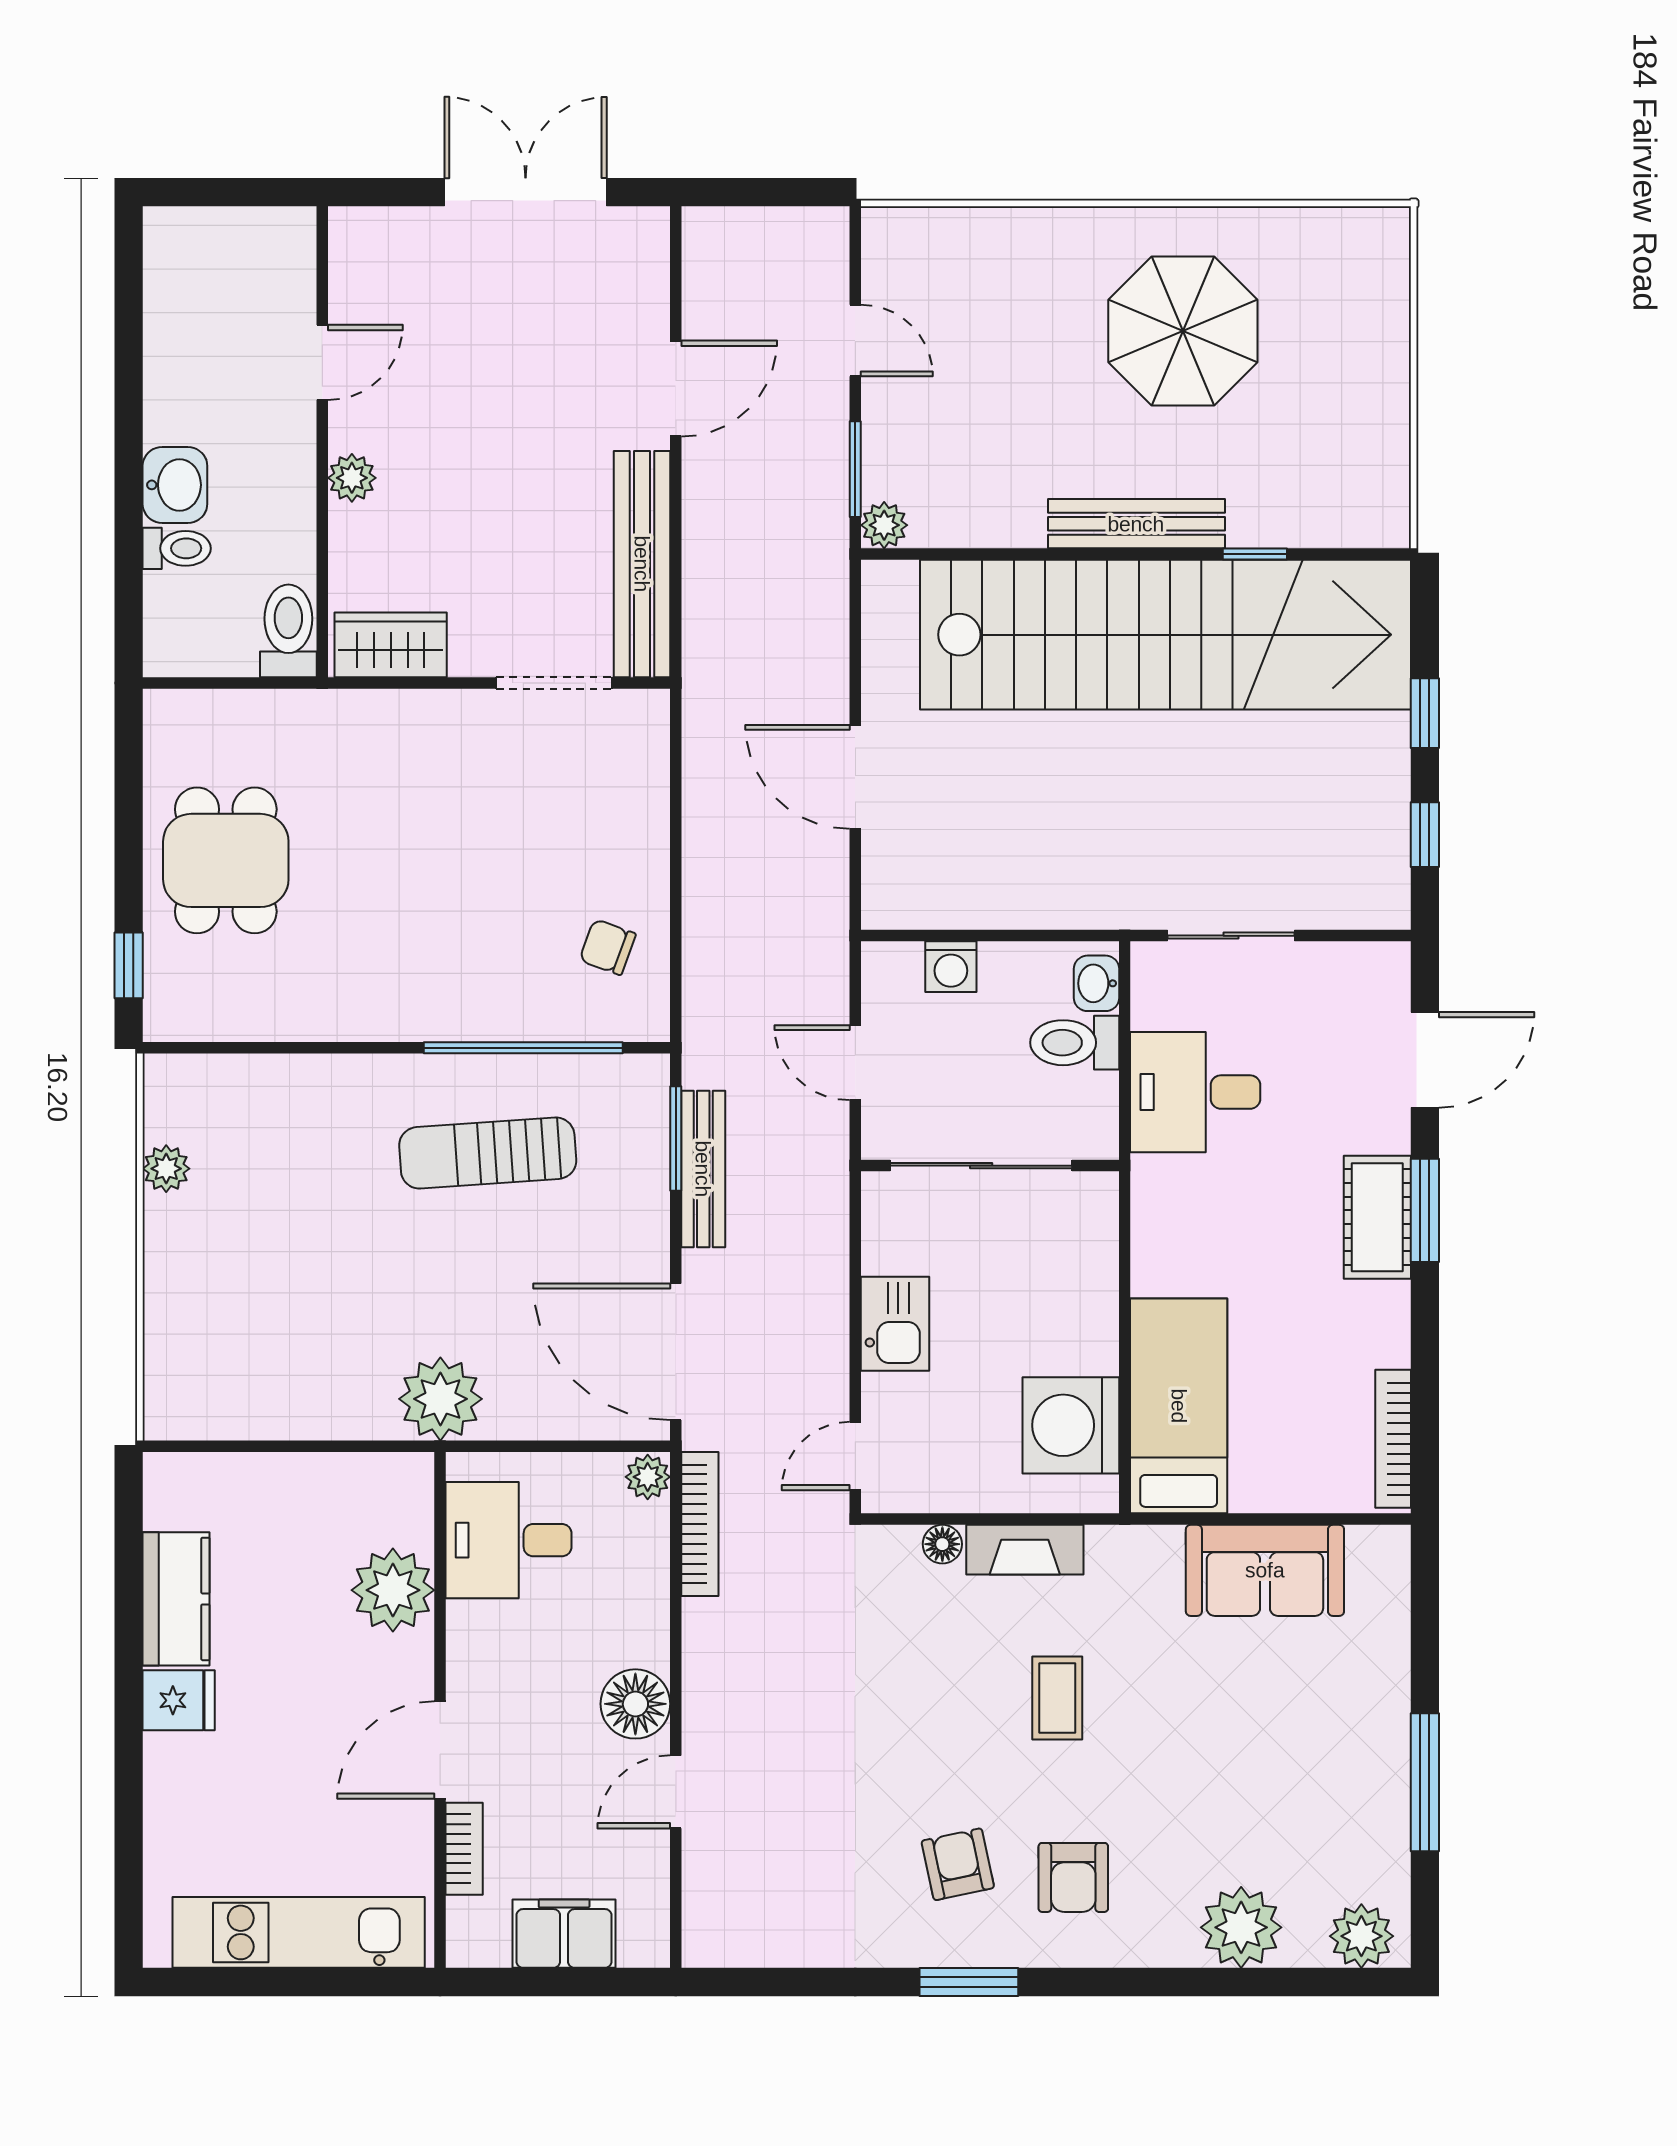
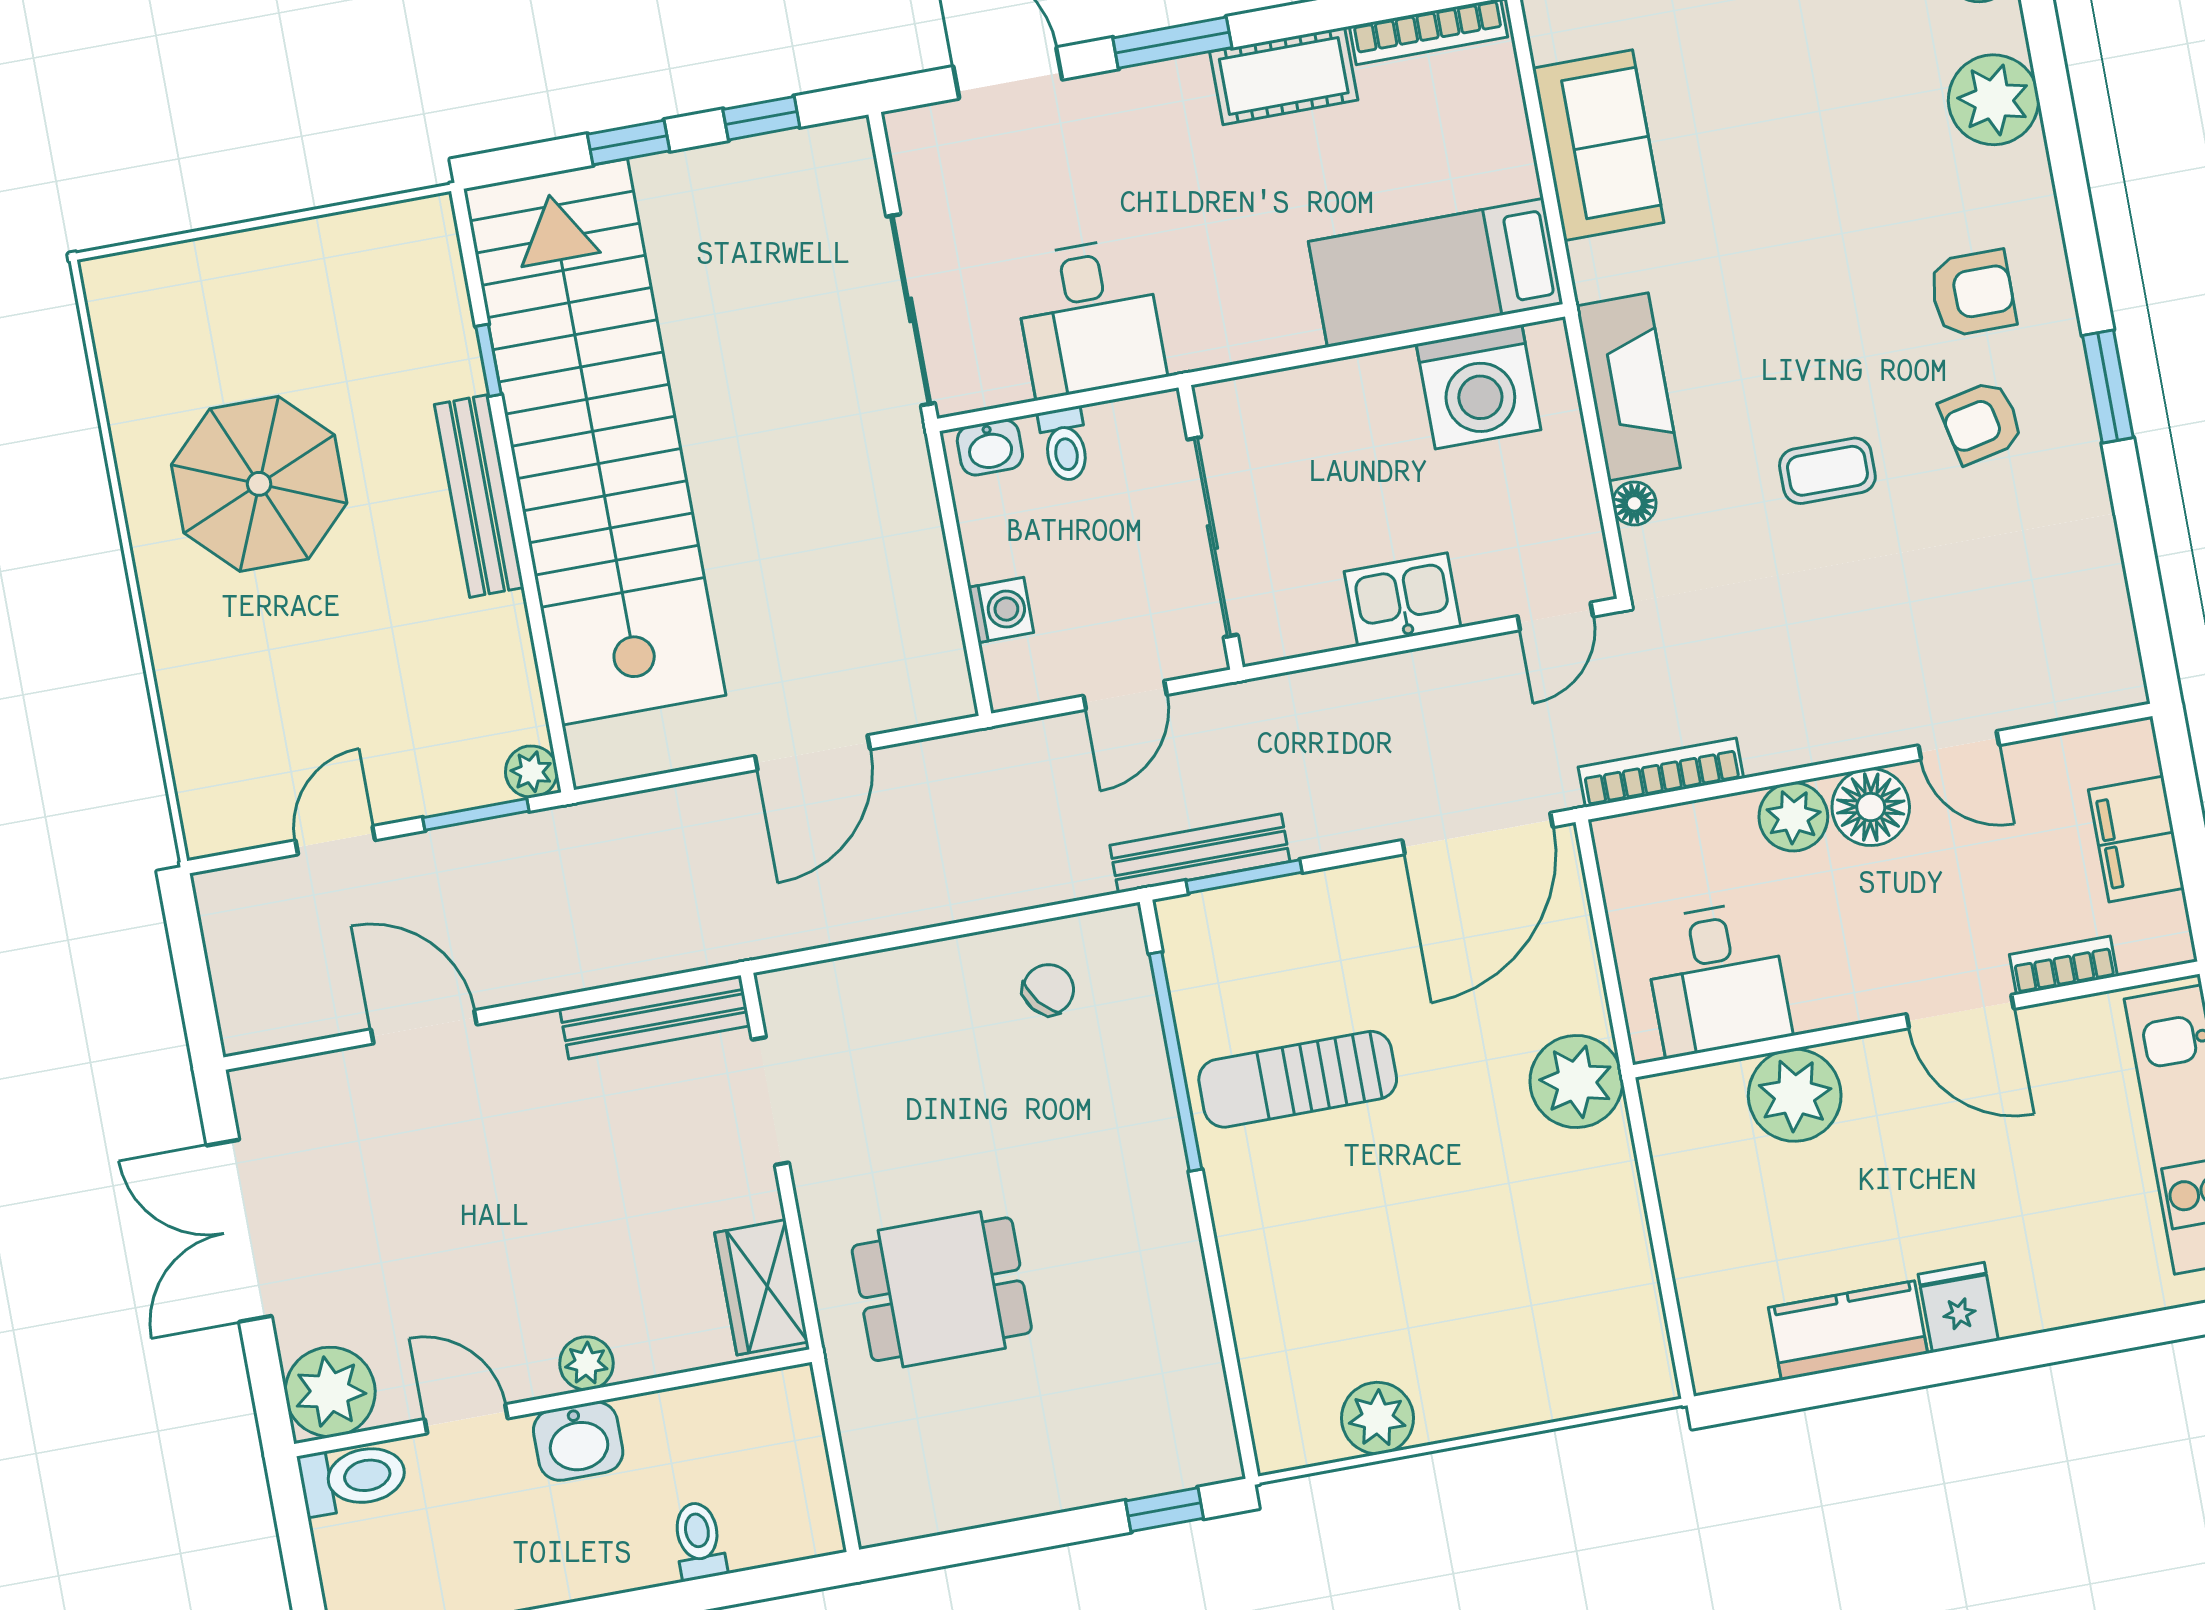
plant: (368, 246) -> (330, 1392), added
washbasin: (175, 485) -> (578, 1441), moved, turned 180
bench: (642, 564) -> (655, 1017), width x0.73, depth x0.82
toilet: (288, 631) -> (353, 1478), moved, turned 180
dining table: (226, 860) -> (942, 1289), moved
sliding door: (1231, 936) -> (911, 310), width x1.37
chair: (608, 947) -> (1048, 989), turned -149
toilet: (1075, 1043) -> (1065, 444), width x0.73, depth x0.72
sun lounger: (488, 1153) -> (1298, 1079), turned 94
plant: (166, 1169) -> (1377, 1418), width x1.38, depth x1.38
bench: (703, 1169) -> (1200, 853), moved
cot: (1377, 1217) -> (1284, 76), moved
door: (855, 1456) -> (1555, 616), hinge flipped
plant: (648, 1477) -> (1793, 817), moved, width x1.38, depth x1.38
fireplace: (1025, 1550) -> (1628, 387), width x1.37, depth x1.32
coffee table: (1057, 1698) -> (1827, 471), moved

